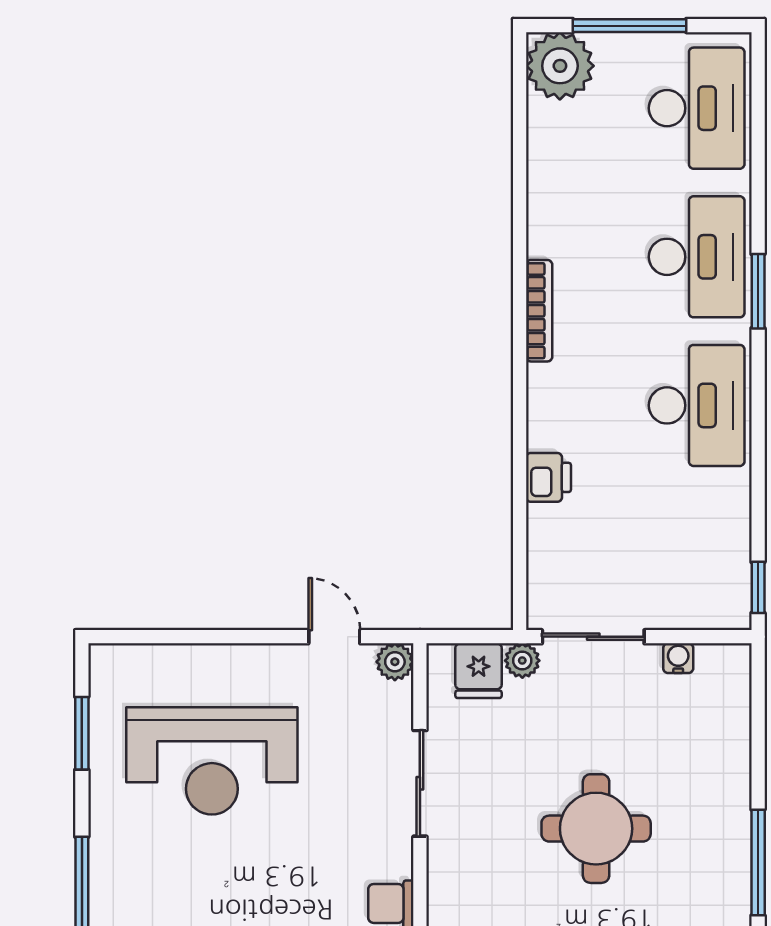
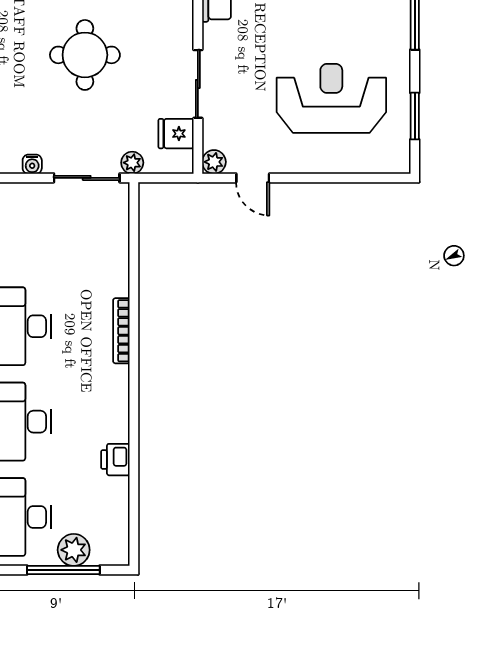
plant: (560, 66) -> (74, 550), moved, width x0.73, depth x0.73
bookcase: (539, 311) -> (121, 331), moved
printer: (548, 477) -> (115, 460), moved
fridge: (479, 671) -> (176, 134), moved, turned -90

